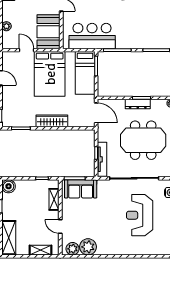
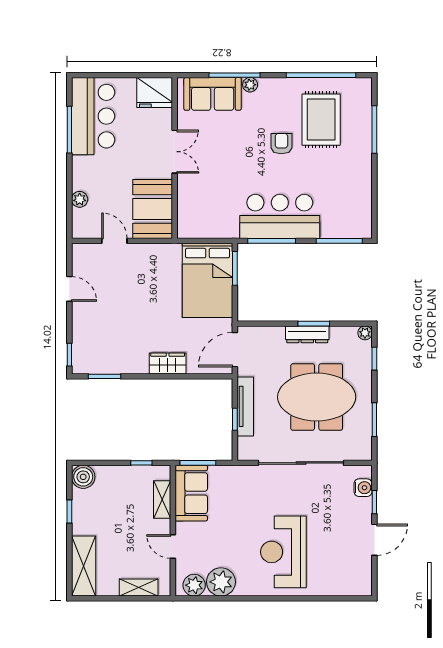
bar counter: (92, 36) -> (280, 216), moved
bed: (85, 73) -> (208, 280), width x1.50
bed: (50, 74) -> (154, 282), removed
door: (96, 113) -> (235, 350), swing flipped
wardrobe: (52, 121) -> (168, 363), width x0.67
tv unit: (102, 159) -> (245, 406), moved
sofa: (81, 189) -> (191, 493), moved, turned -90
reception desk: (140, 215) -> (283, 552), moved

